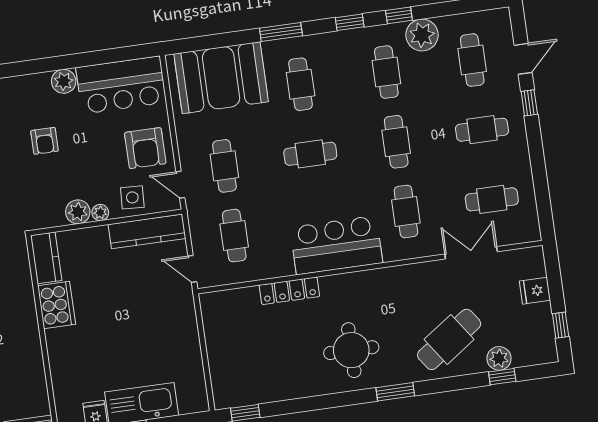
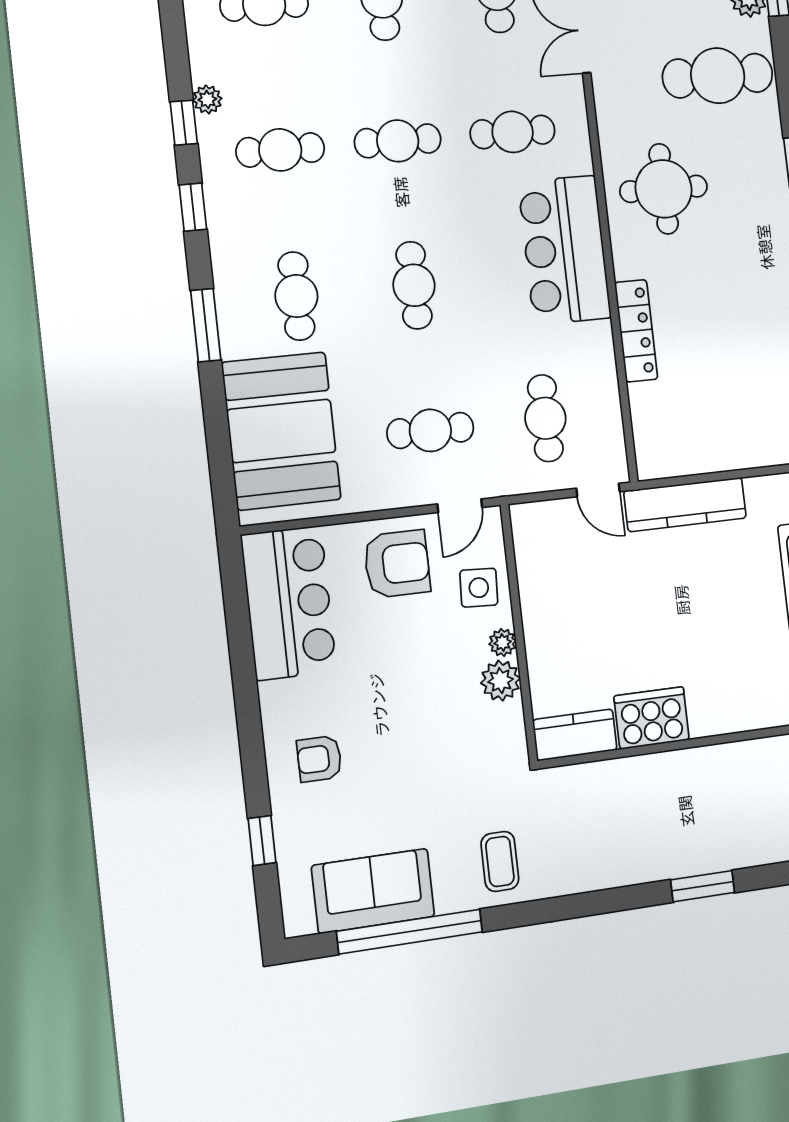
plant: (422, 35) -> (207, 99), width x0.53, depth x0.53
plant: (64, 81) -> (279, 702), removed
cafe table: (301, 84) -> (296, 296), turned 90
armchair: (44, 141) -> (319, 759), moved, turned 180
kitchen counter: (147, 231) -> (685, 504), moved, turned 90
cafe table: (234, 236) -> (545, 418), turned 90
door: (192, 269) -> (598, 490), hinge flipped
cafe table: (449, 339) -> (718, 76), turned -55
round table: (351, 350) -> (664, 189), moved

